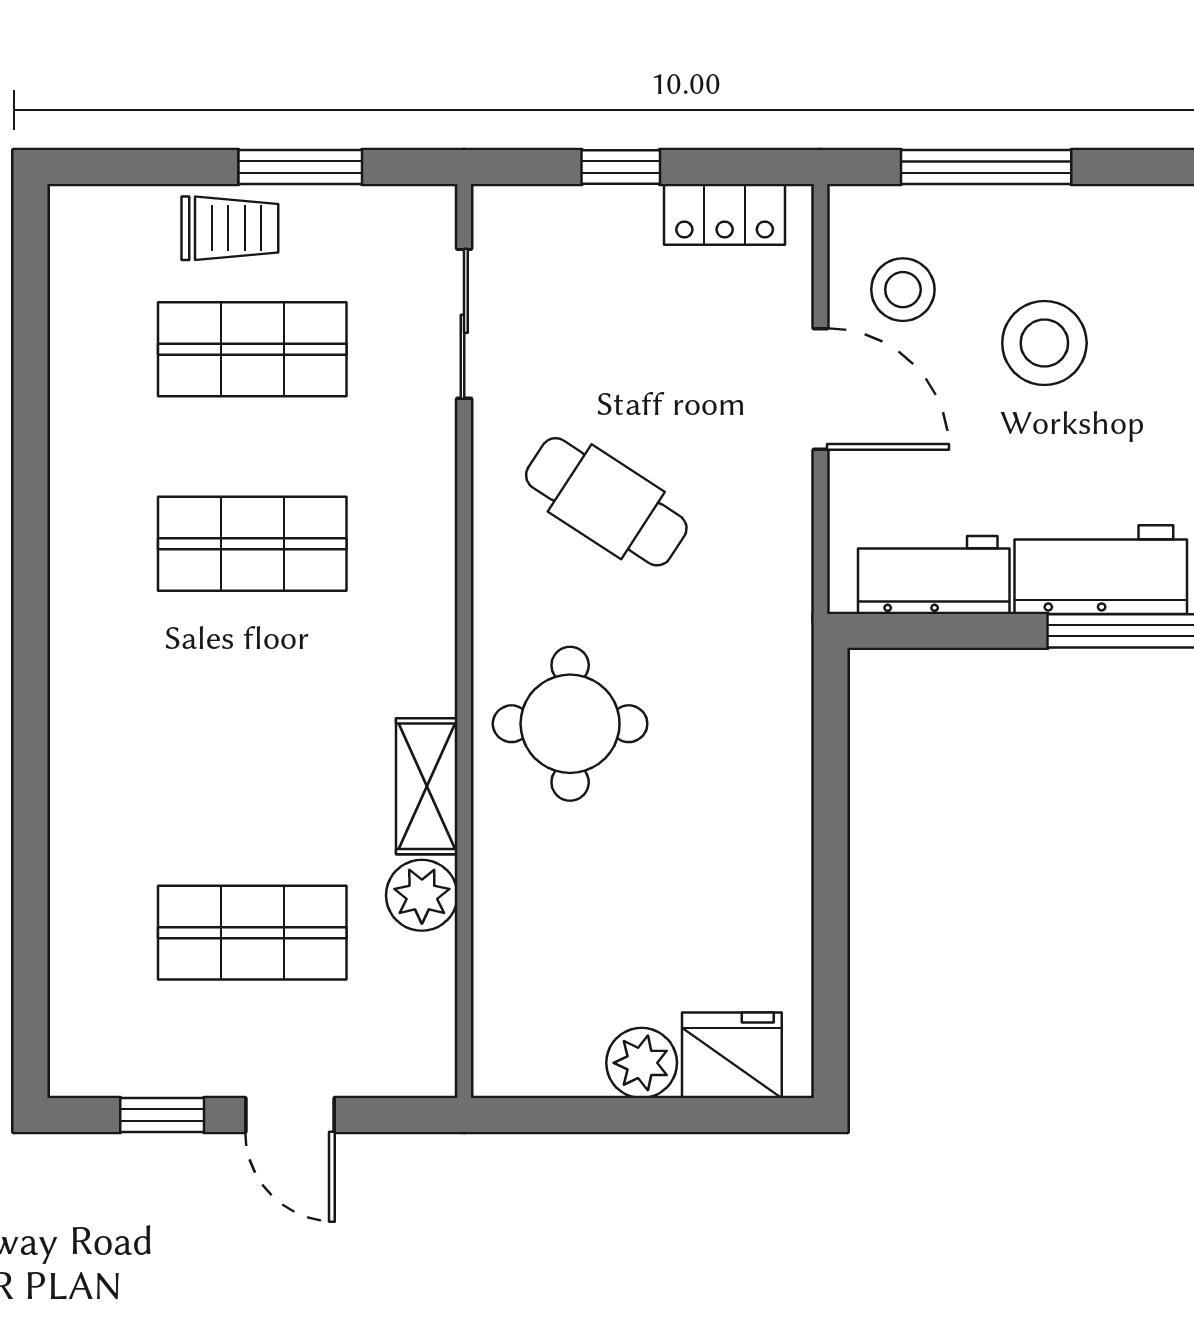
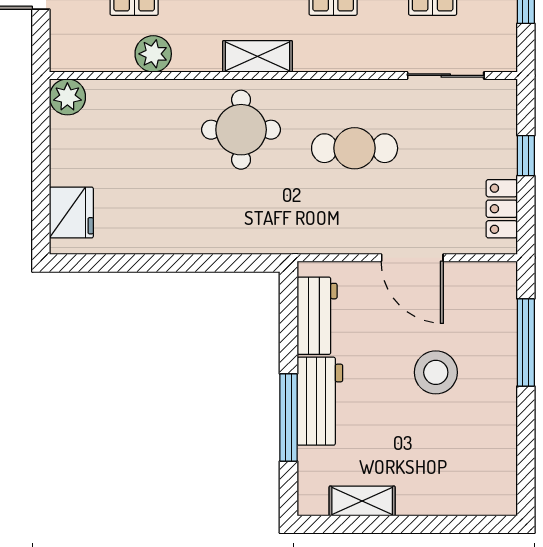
stool: (903, 290) -> (463, 300), removed
door: (820, 389) -> (412, 258), hinge flipped
cafe table: (606, 502) -> (355, 148), turned 57
shelving: (427, 786) -> (257, 56), moved
plant: (642, 1063) -> (67, 97), moved

